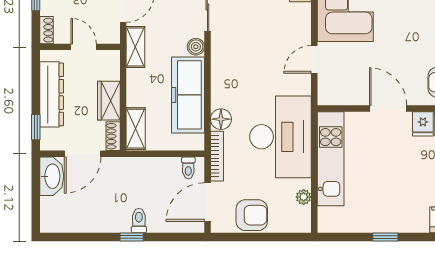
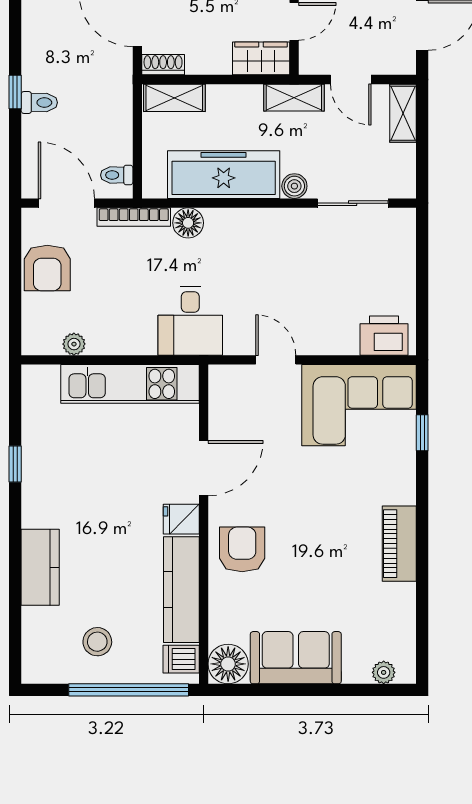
wardrobe: (109, 101) -> (261, 58), moved
desk: (281, 137) -> (190, 321), width x0.53, depth x0.77

